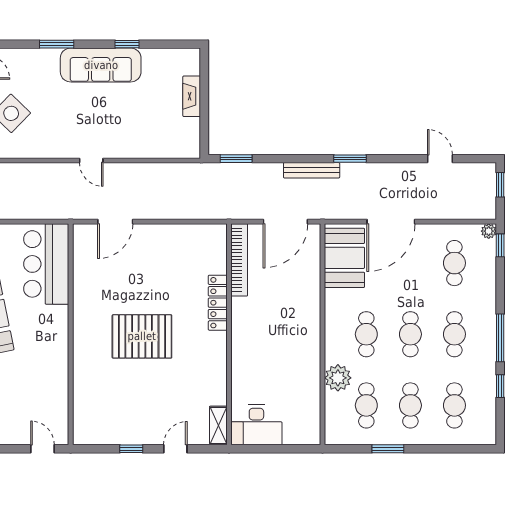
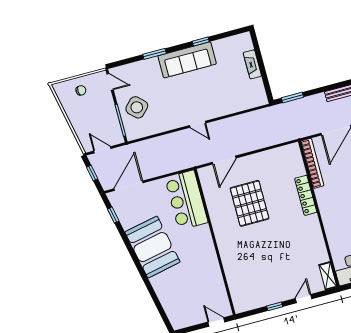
pallet: (142, 336) -> (250, 203), moved, turned 90

